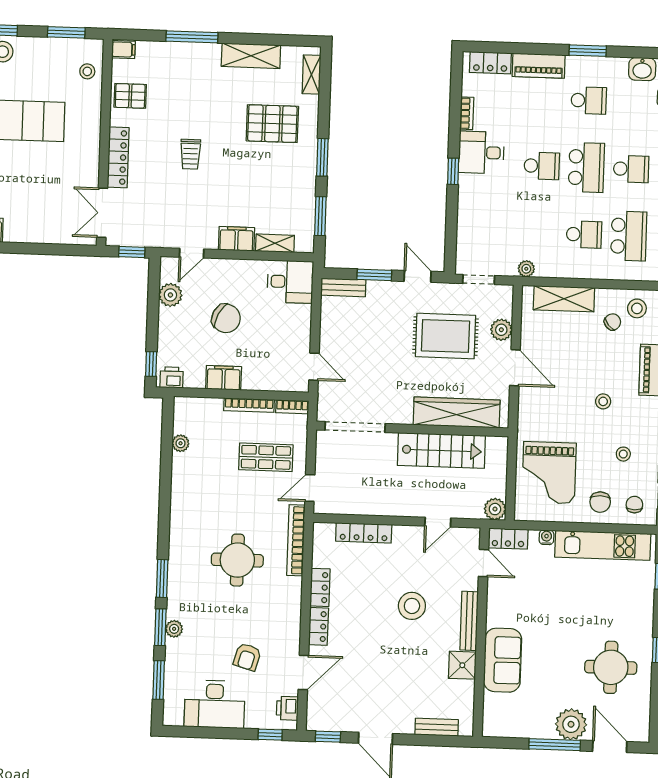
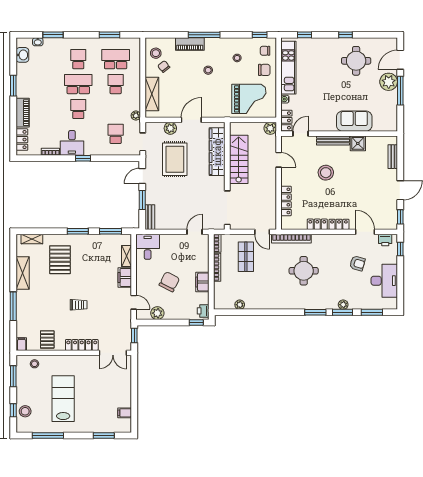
school desk: (589, 100) -> (116, 134), moved

